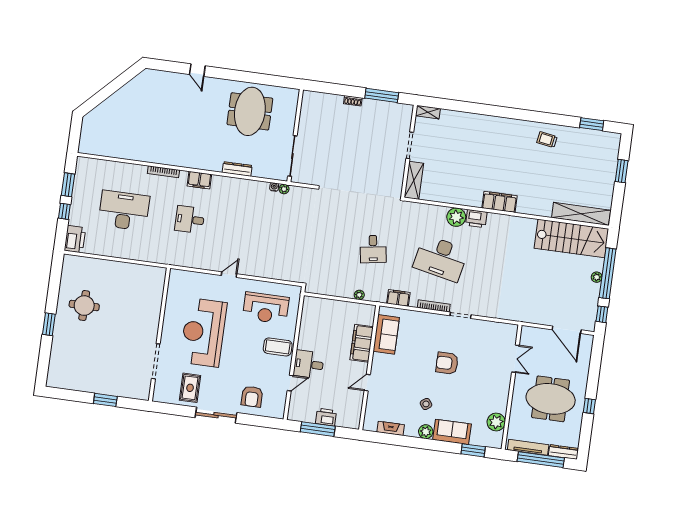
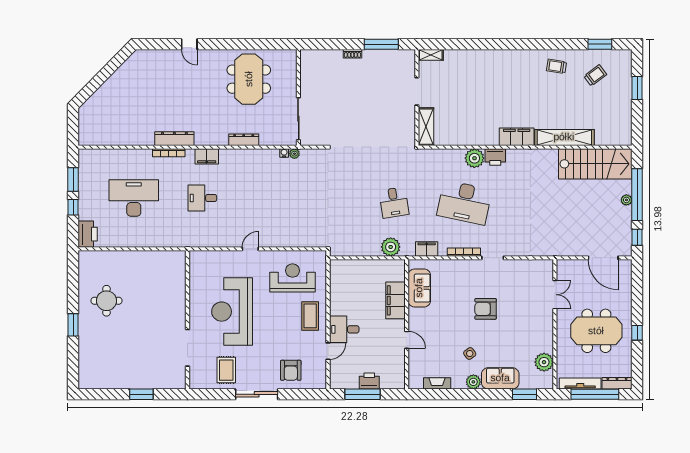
trolley: (583, 153) -> (595, 75), added
dresser: (171, 159) -> (174, 139), added
shelving: (581, 214) -> (564, 137), moved
plant: (359, 295) -> (391, 247), width x1.87, depth x1.87
reception desk: (266, 308) -> (293, 278), turned 180
coffee table: (278, 347) -> (310, 316), turned 90
door: (367, 383) -> (407, 340), swing flipped

